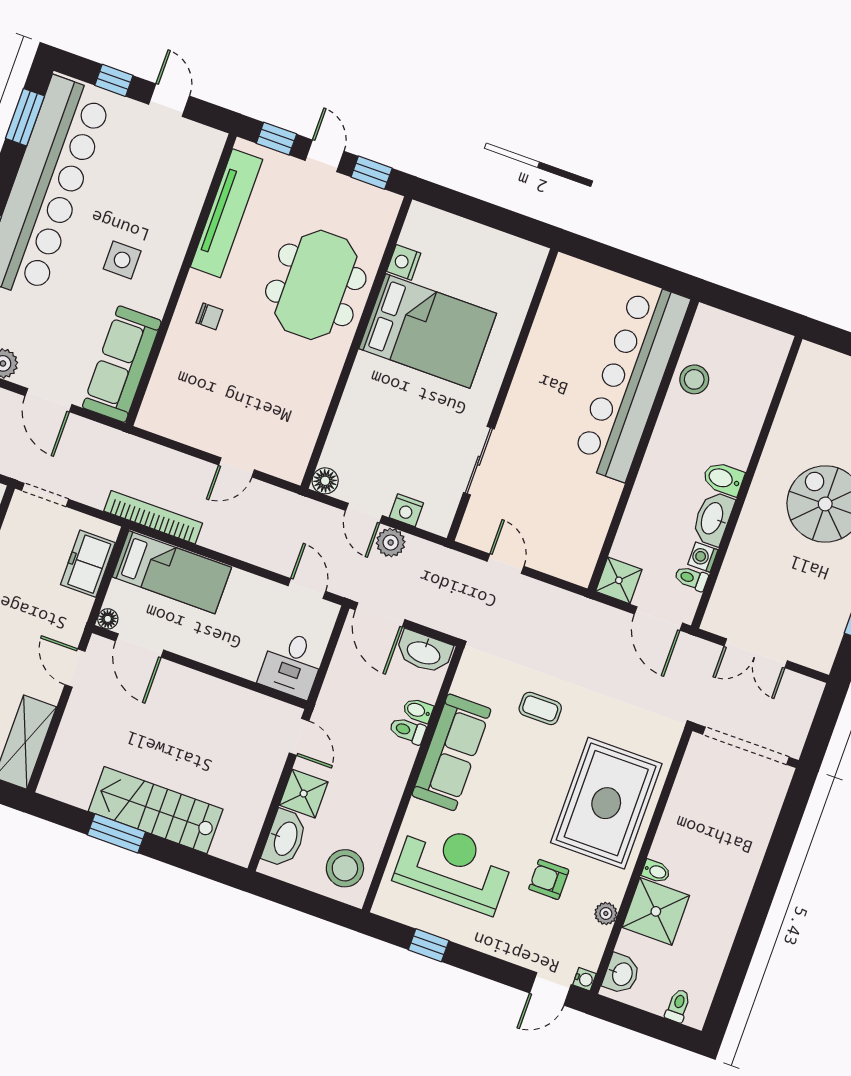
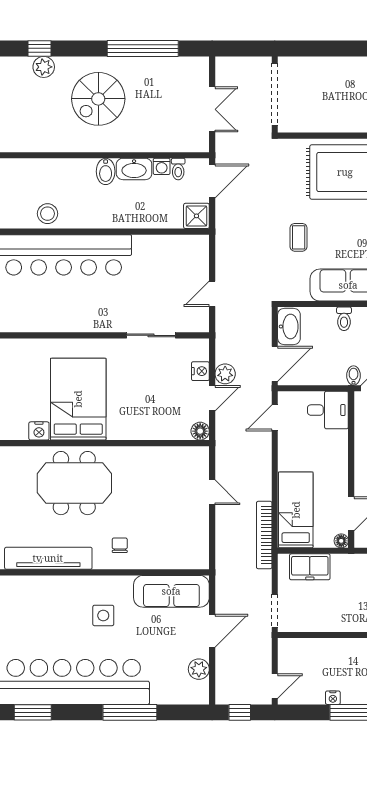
bidet: (418, 710) -> (354, 376), moved, turned 180

